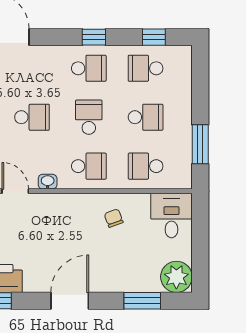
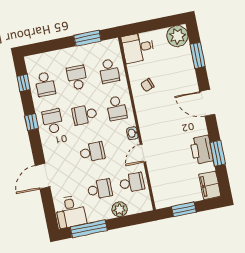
school desk: (32, 117) -> (92, 152), turned 90
school desk: (89, 166) -> (117, 108), turned 180

